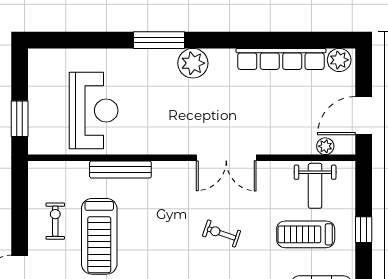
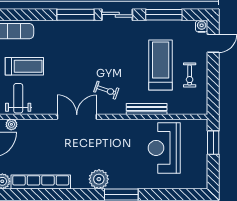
exercise bike: (221, 233) -> (106, 90), moved

